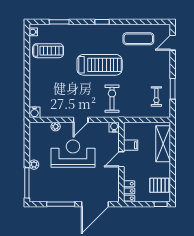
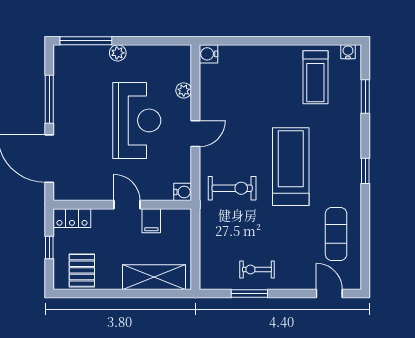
treadmill: (100, 65) -> (291, 167), turned 180
exercise bike: (156, 96) -> (257, 269), moved
door: (81, 120) -> (195, 134), swing flipped
window: (161, 204) -> (49, 248), moved

